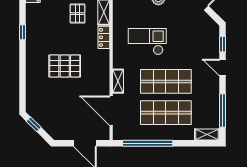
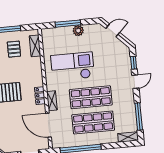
locker: (104, 37) -> (40, 96), moved
checkout: (147, 42) -> (73, 66), width x1.36, depth x1.21
door: (222, 68) -> (135, 82), swing flipped

